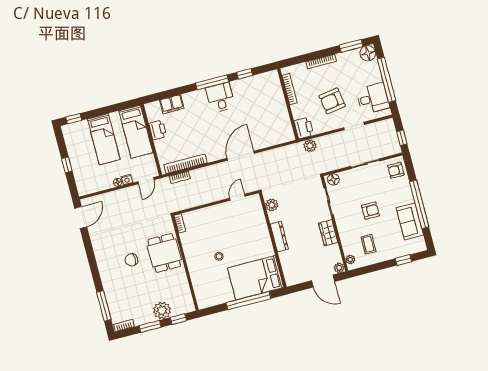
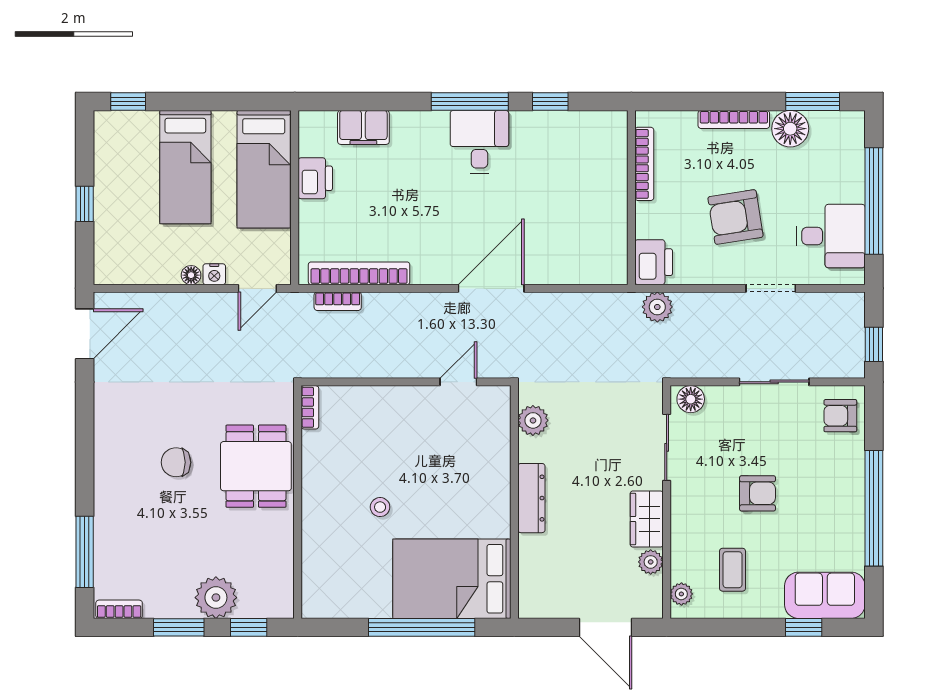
floor lamp: (368, 53) -> (790, 129), moved
sofa: (410, 221) -> (825, 595), moved, turned 90
plant: (339, 268) -> (651, 562), moved

